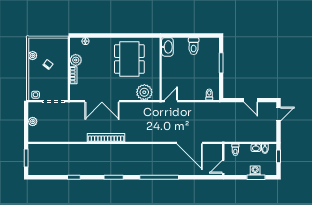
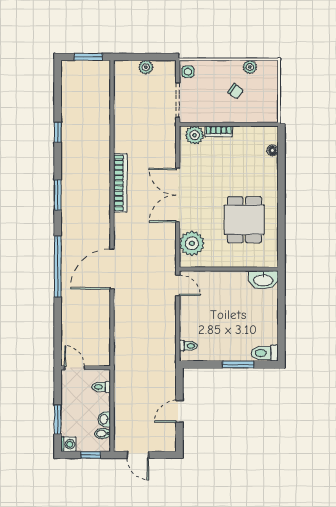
toilet: (194, 46) -> (265, 353), moved
dining table: (129, 59) -> (244, 220), width x0.73
plant: (76, 60) -> (195, 135), moved
double door: (102, 101) -> (178, 195), moved
door: (278, 114) -> (138, 455), moved
door: (190, 143) -> (112, 269), moved
washing machine: (255, 171) -> (68, 444), moved

